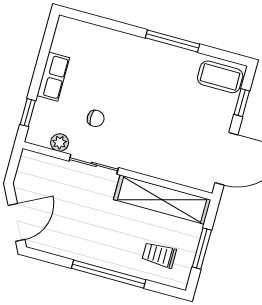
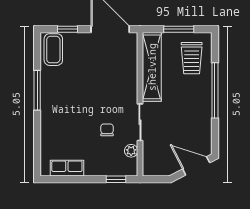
row of seats: (53, 77) -> (67, 168), moved
trolley: (159, 255) -> (192, 58), width x1.36, depth x1.39

